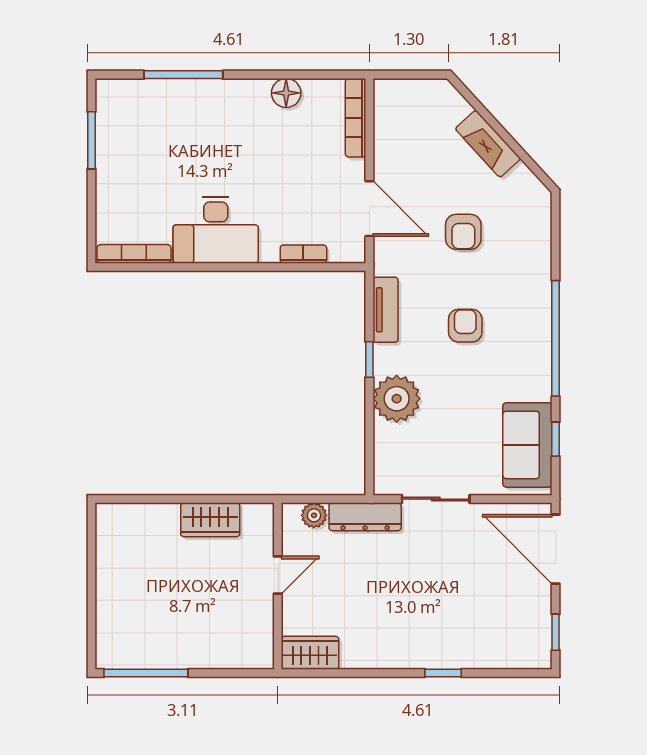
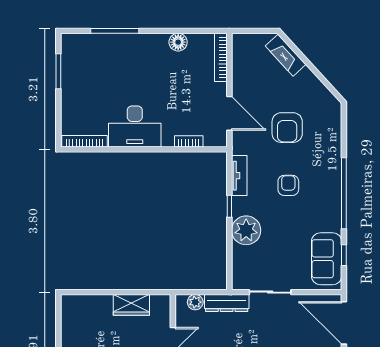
fireplace: (488, 144) -> (286, 55), moved
armchair: (463, 232) -> (287, 128), width x1.38, depth x1.38

